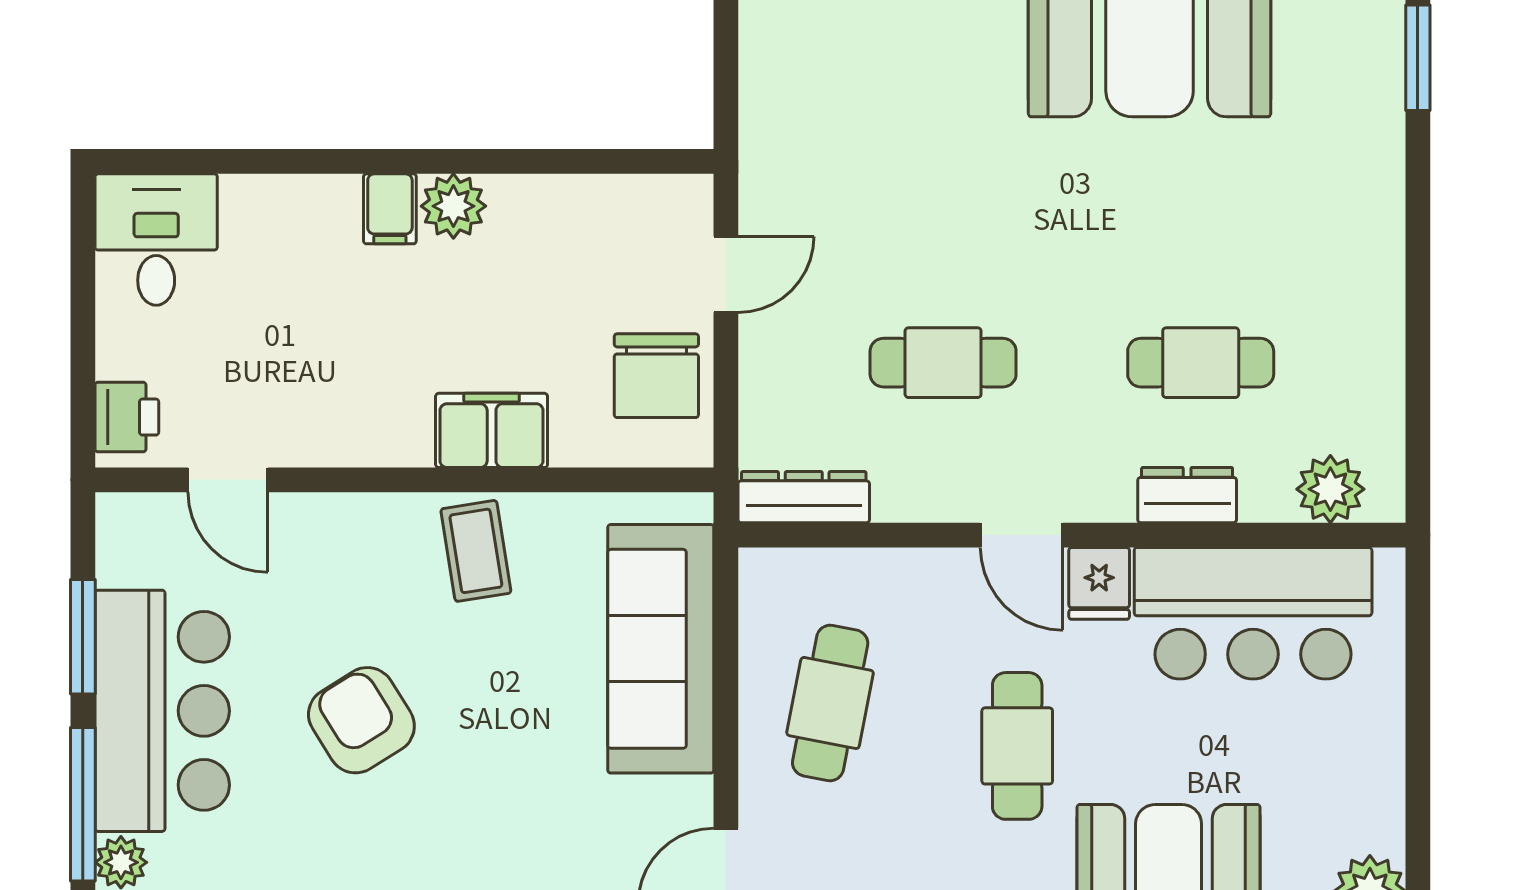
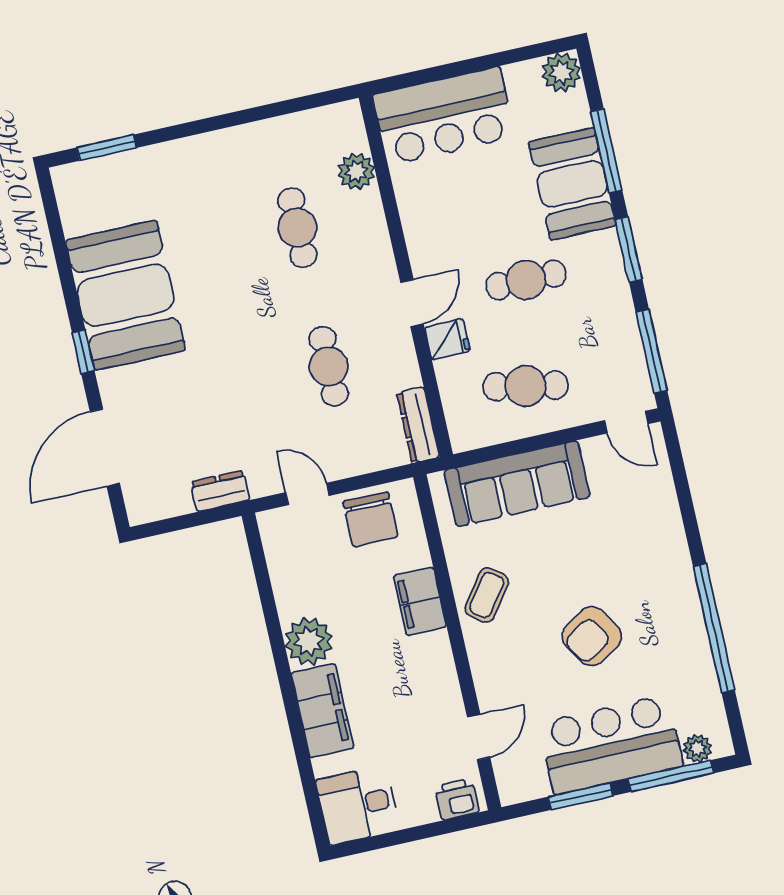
plant: (453, 206) -> (309, 641), width x1.36, depth x1.36
filing cabinet: (390, 209) -> (322, 711), width x3.00, depth x1.17
chair: (656, 376) -> (370, 519), turned 90
plant: (1330, 489) -> (356, 171), moved
dresser: (1187, 495) -> (220, 491), moved, turned 90
coffee table: (476, 551) -> (487, 595), turned -45
fridge: (1099, 583) -> (447, 339), moved
bar counter: (1253, 613) -> (444, 116), moved, turned 90

